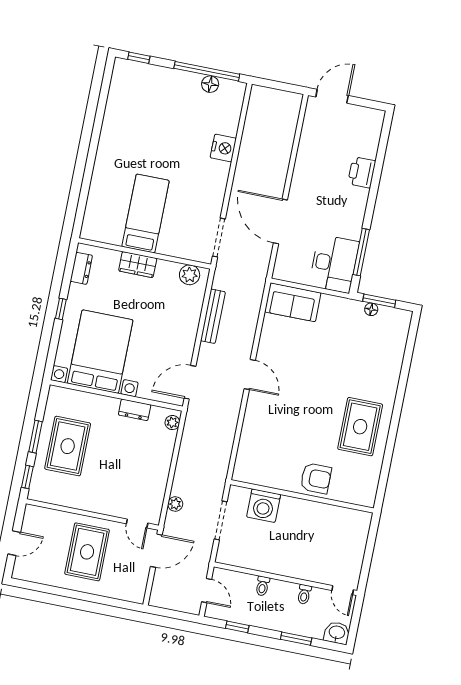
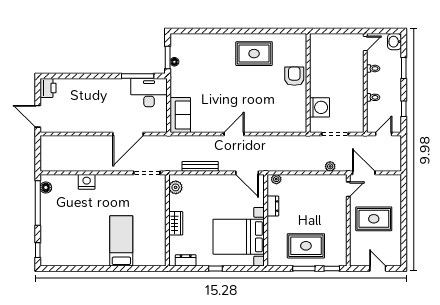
floor lamp: (210, 84) -> (46, 188), moved
printer: (362, 172) -> (48, 88), moved, turned -90
bed: (146, 214) -> (121, 241), moved, turned 90

